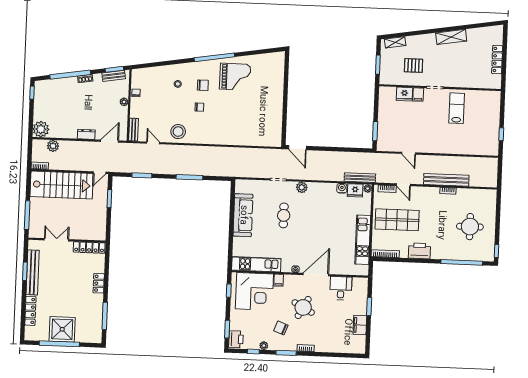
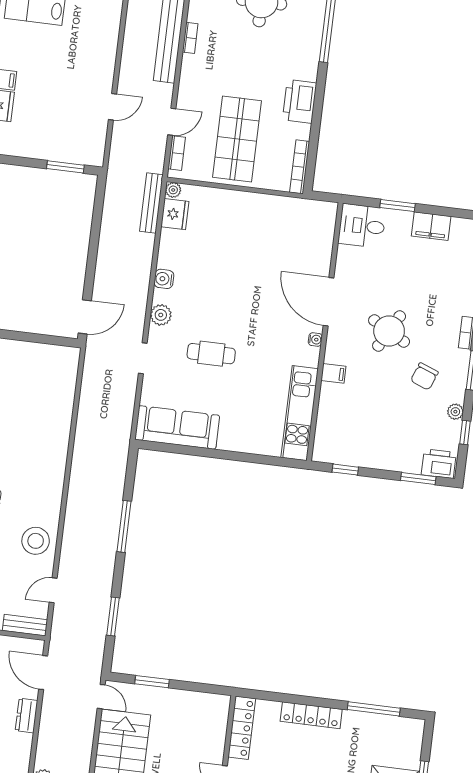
water cooler: (342, 188) -> (164, 279), moved
sofa: (243, 215) -> (177, 427), moved
kitchen unit: (363, 240) -> (270, 207), removed
locker: (99, 283) -> (311, 715), width x1.53
desk: (341, 288) -> (362, 226), moved
corner desk: (254, 291) -> (351, 421), removed

